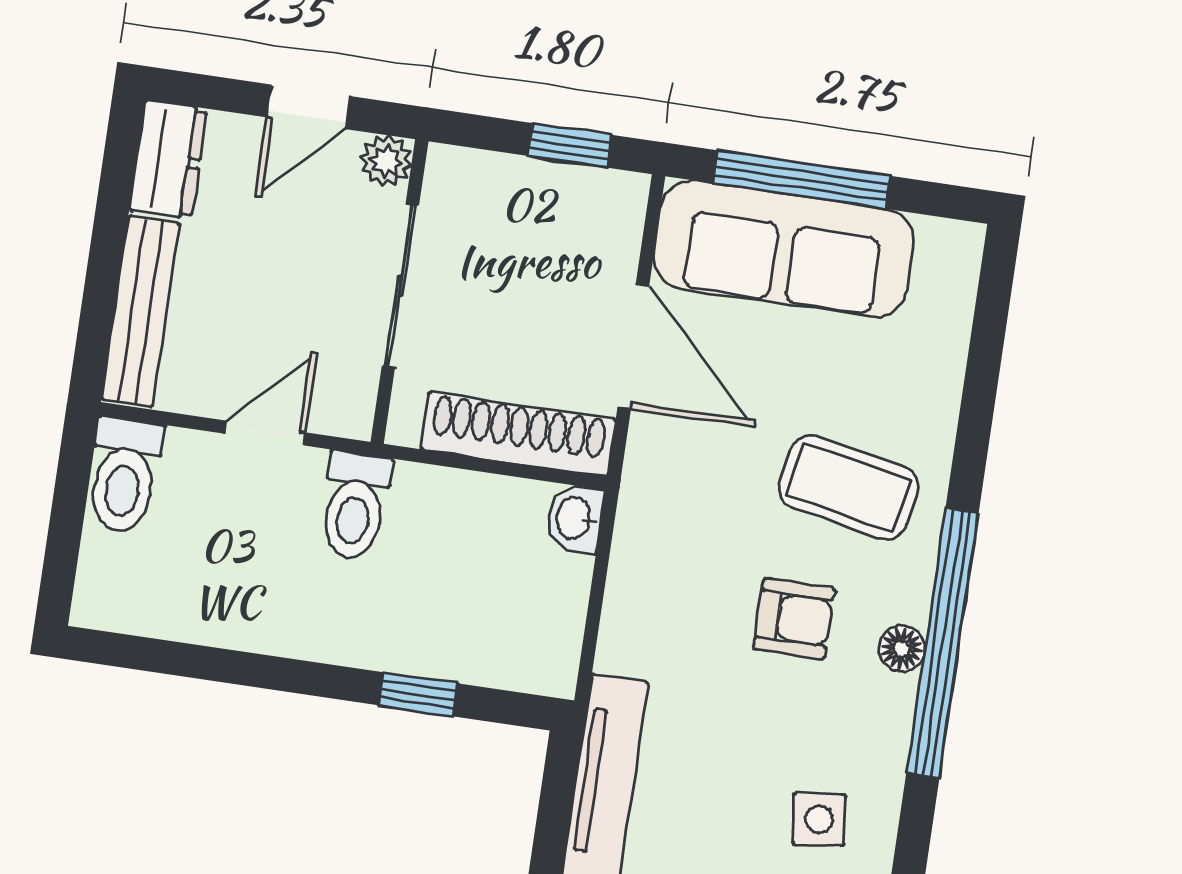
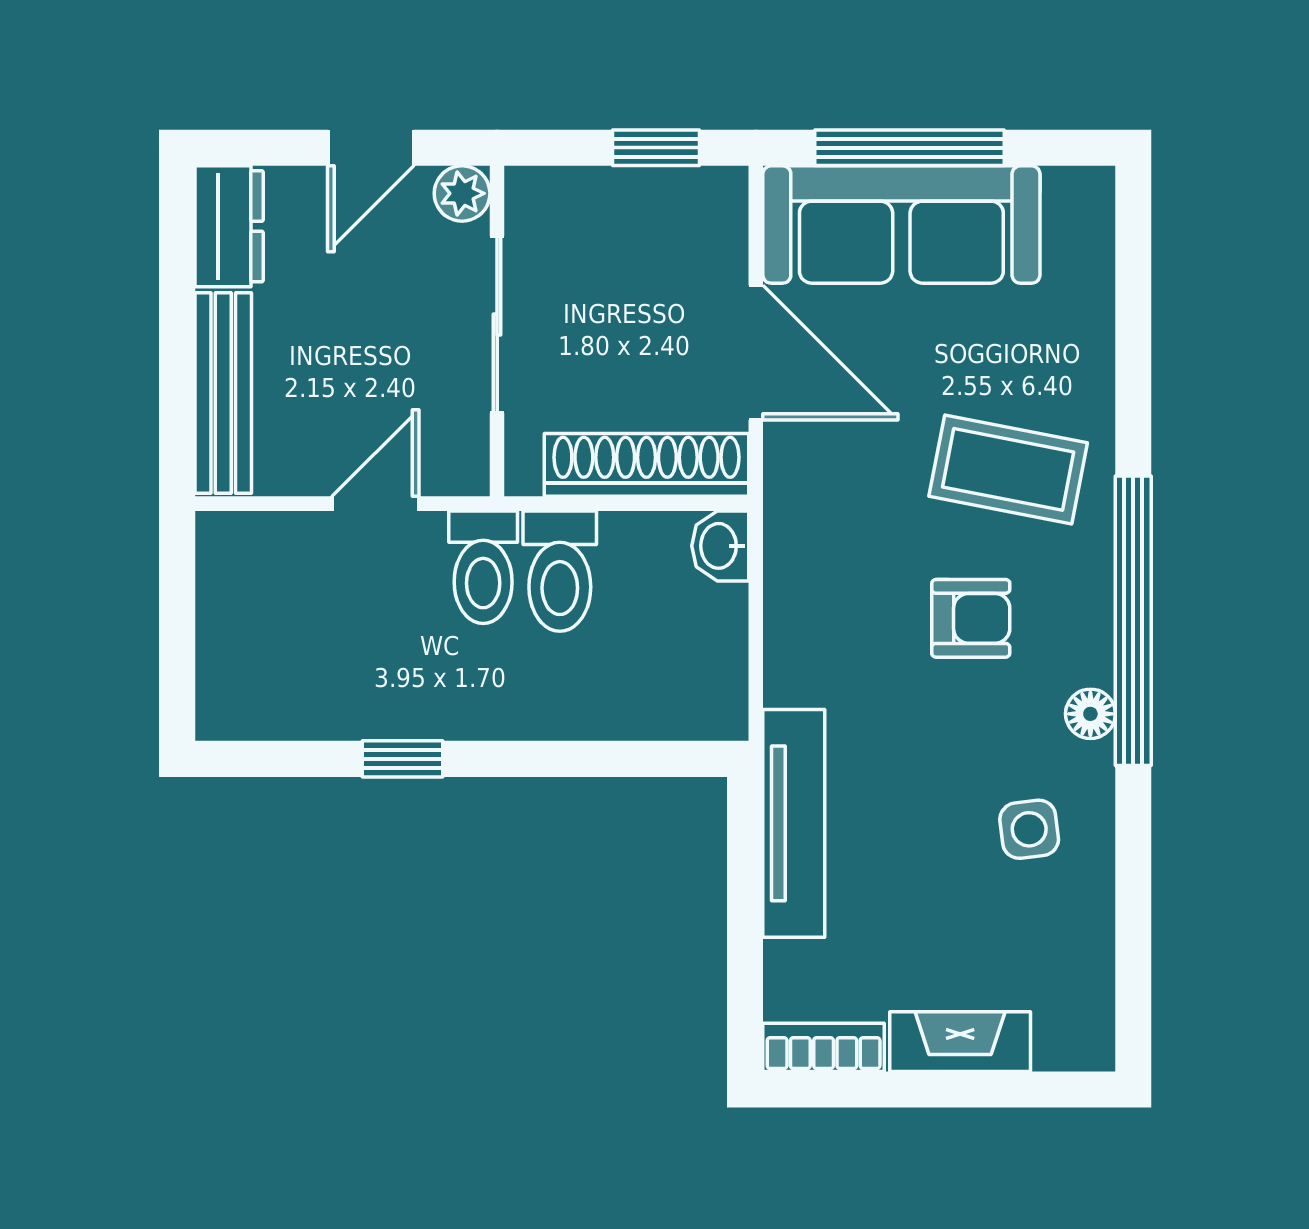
toilet: (124, 475) -> (560, 571), moved
floor lamp: (902, 649) -> (1090, 714), moved
window: (419, 694) -> (403, 759), moved

